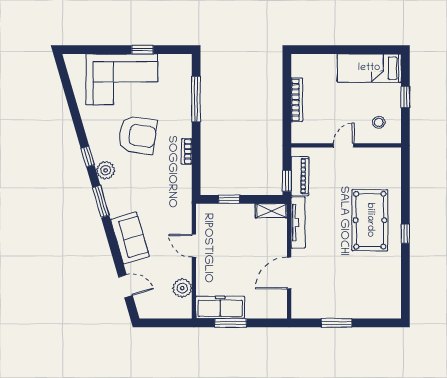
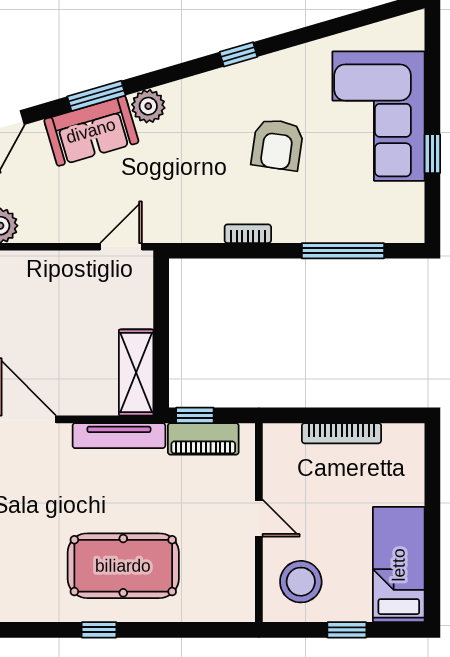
stool: (379, 122) -> (301, 582), width x1.89, depth x1.89
armchair: (137, 135) -> (277, 145), width x0.73, depth x0.73
plant: (106, 170) -> (148, 106), moved
window: (229, 199) -> (161, 310), removed
window: (101, 201) -> (96, 96), moved
shelving: (271, 211) -> (136, 373), width x1.50, depth x1.33
door: (194, 246) -> (121, 247), moved

